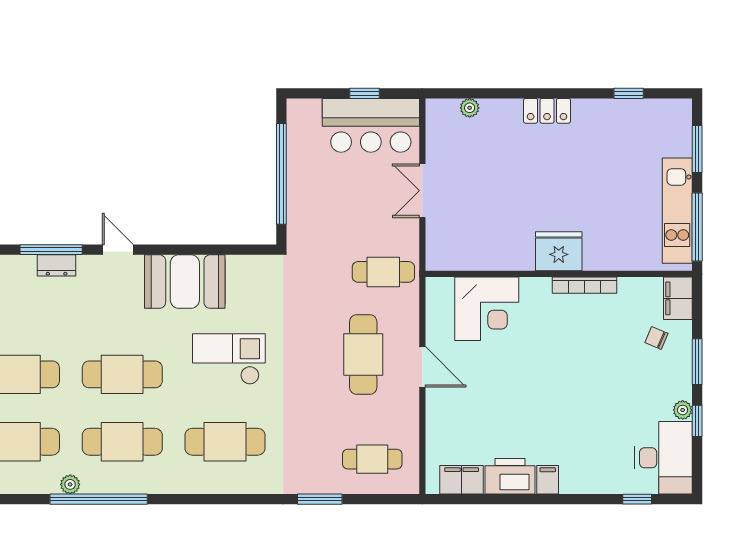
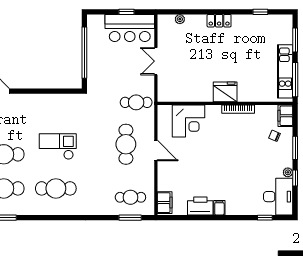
booth: (185, 282) -> (35, 107), removed
filing cabinet: (462, 480) -> (165, 203), moved, turned 90
window: (320, 499) -> (130, 218), moved

